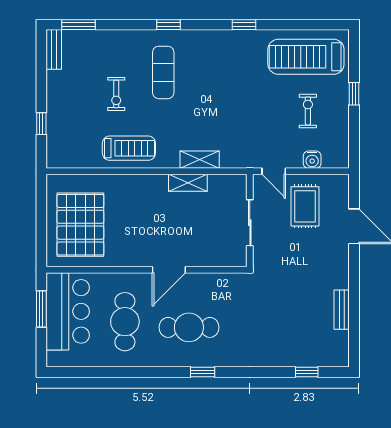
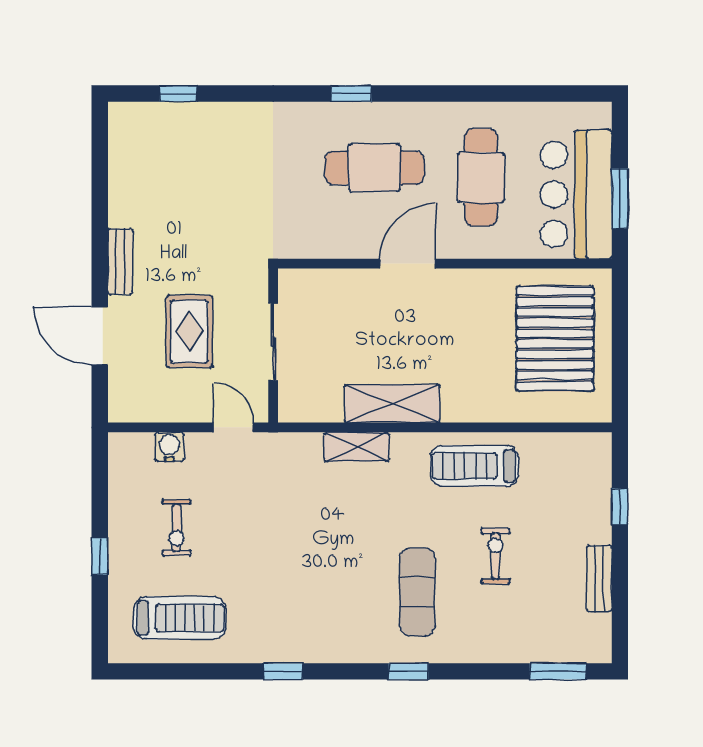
bench: (54, 49) -> (599, 579), moved
treadmill: (306, 57) -> (180, 618), width x0.73, depth x0.73
shelving: (188, 183) -> (392, 403), width x1.50, depth x1.33
rug: (305, 206) -> (189, 331), moved
bench: (342, 310) -> (120, 261), moved

